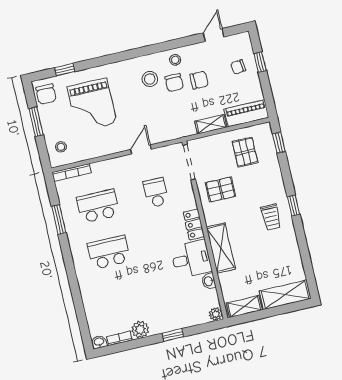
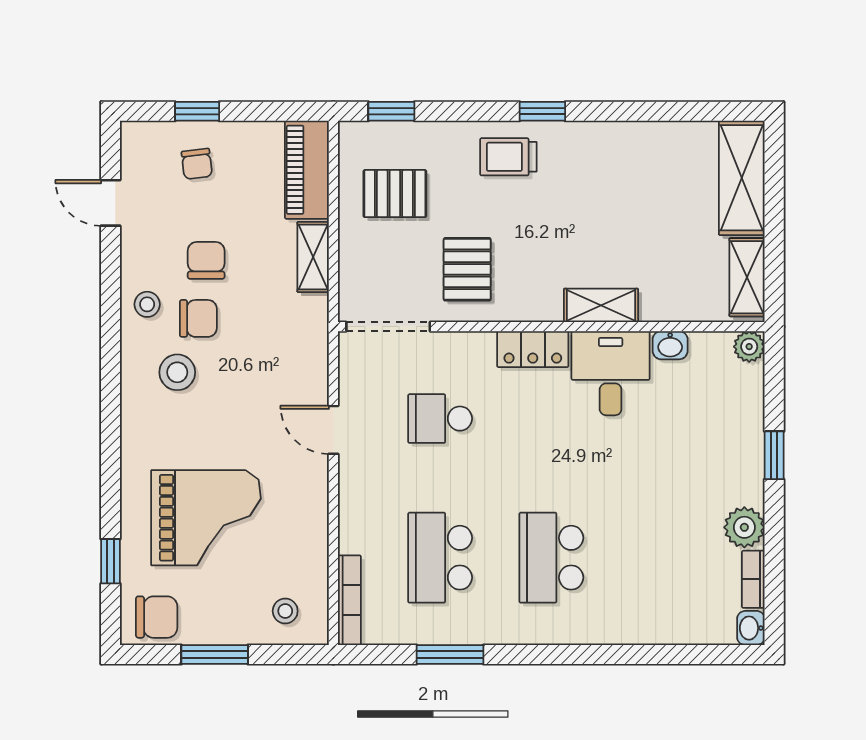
trolley: (271, 217) -> (508, 157), moved, turned 180
shelving: (221, 248) -> (601, 305), width x0.67, depth x0.75

